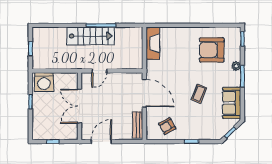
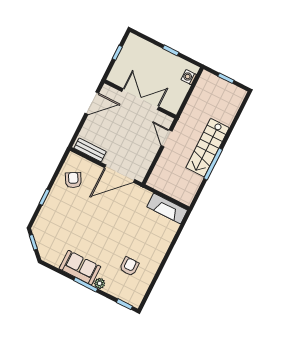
armchair: (212, 50) -> (129, 266), width x0.53, depth x0.53
washing machine: (44, 82) -> (189, 77), width x0.53, depth x0.53
coffee table: (199, 94) -> (90, 230), removed
sofa: (232, 103) -> (80, 268), moved
door: (101, 142) -> (92, 103), hinge flipped

